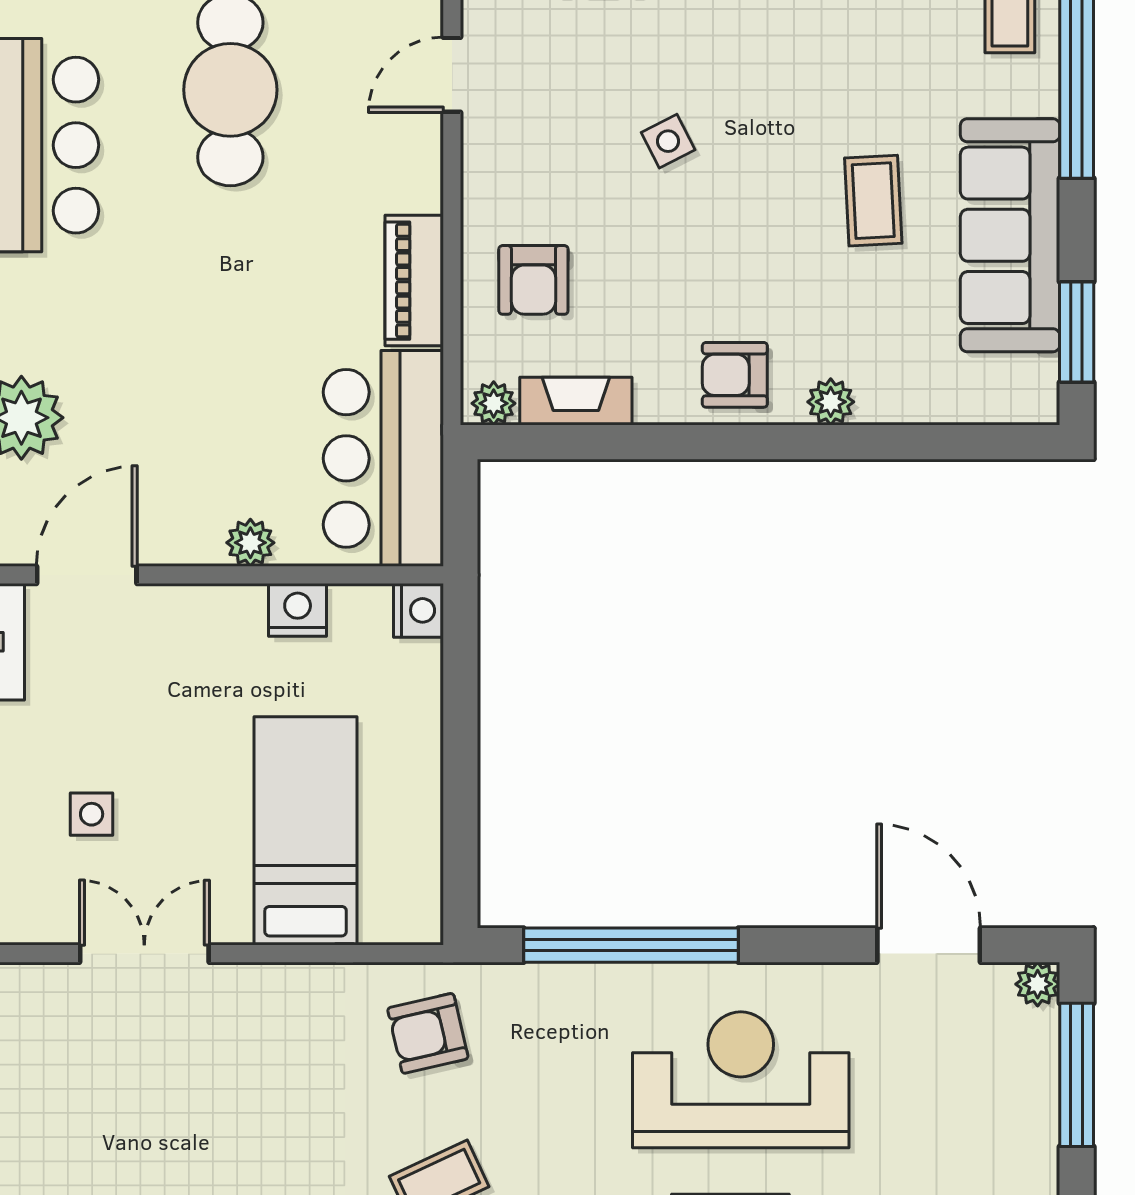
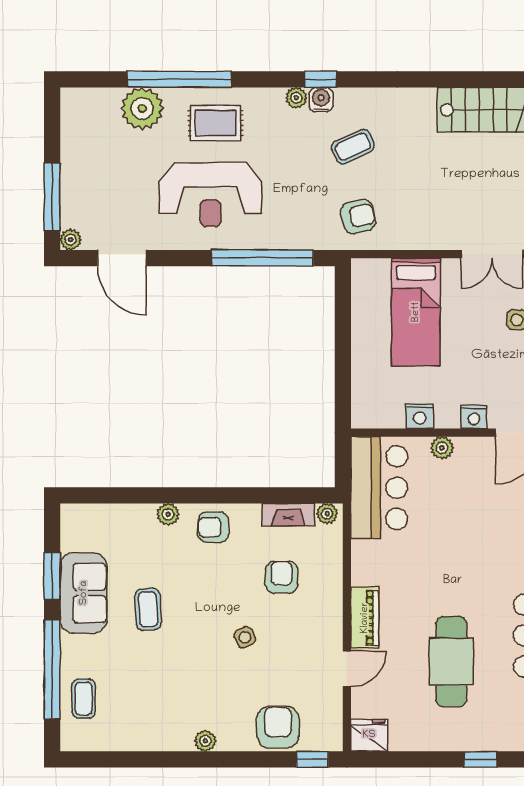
sofa: (1010, 235) -> (84, 593), width x0.73
armchair: (533, 280) -> (282, 577), moved
piano: (414, 281) -> (365, 618), moved
window: (1077, 332) -> (52, 576), moved
armchair: (735, 375) -> (213, 527), turned 180
nightstand: (419, 610) -> (474, 417), moved, turned -90

